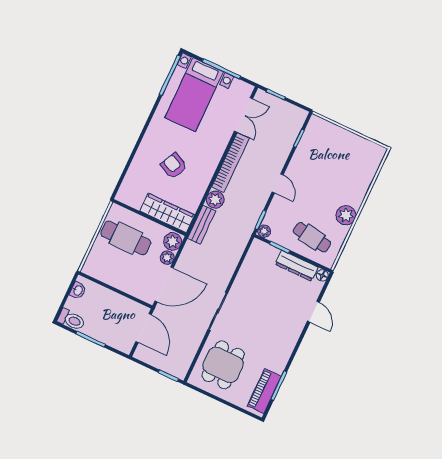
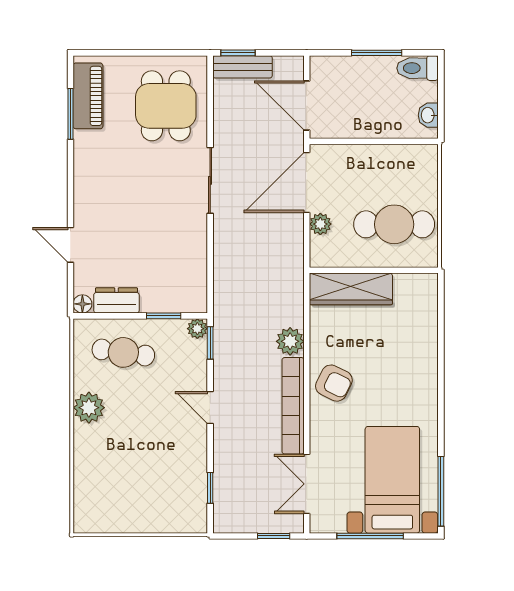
armchair: (174, 166) -> (334, 383), moved
bench: (202, 225) -> (242, 67), moved, turned 90
plant: (173, 241) -> (324, 251), removed
dresser: (297, 266) -> (116, 300), width x0.70

